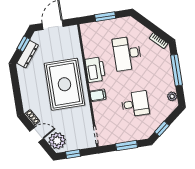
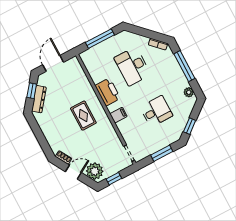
window: (105, 17) -> (100, 39), width x1.44
rug: (64, 84) -> (83, 116), width x0.54, depth x0.49

